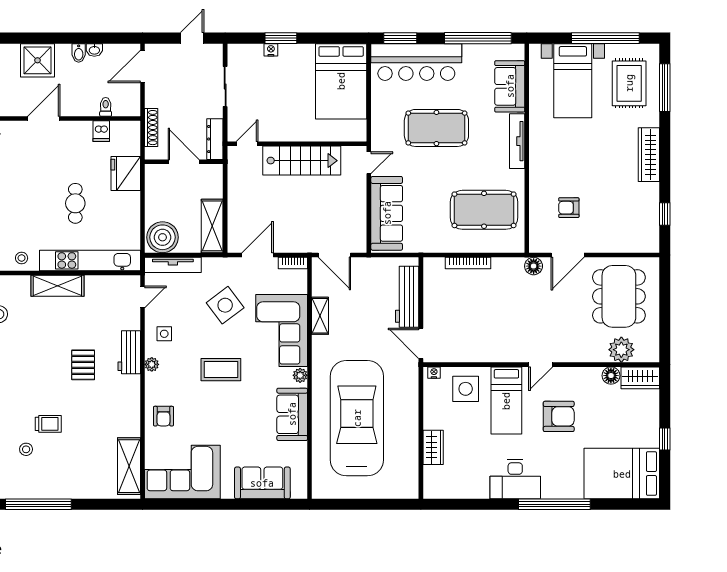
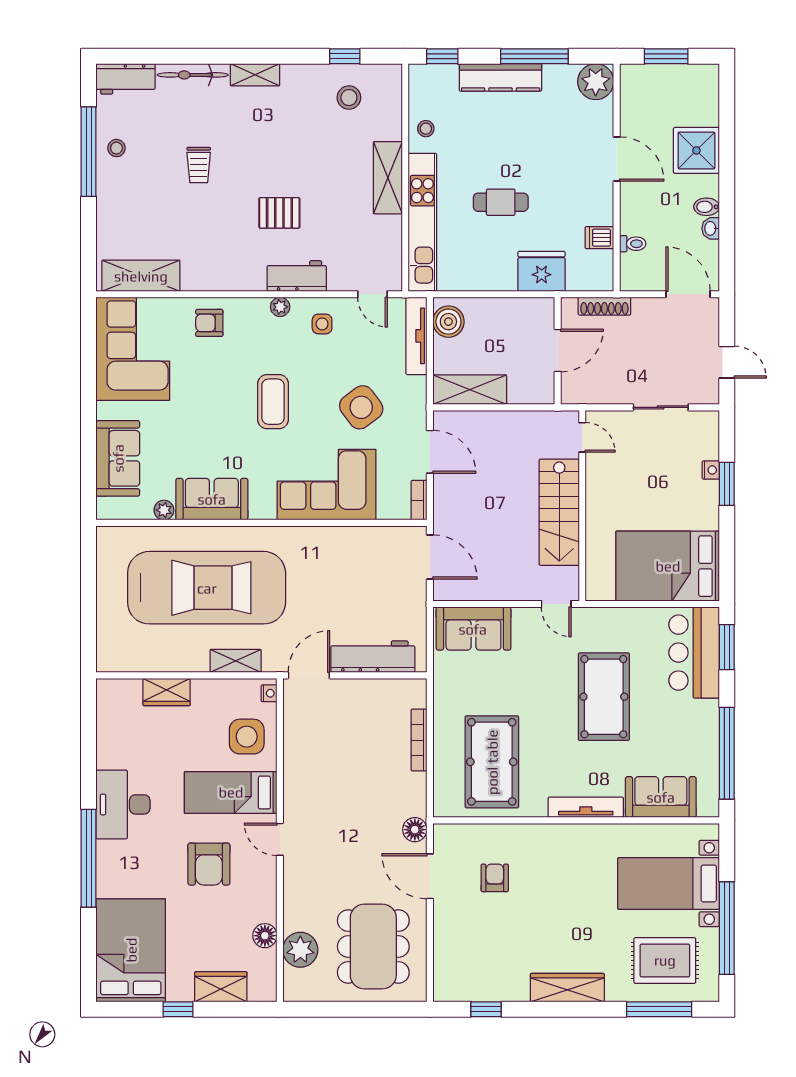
bar counter: (416, 62) -> (694, 653), width x0.73
dresser: (215, 139) -> (589, 393), removed
sofa: (387, 213) -> (473, 629), width x0.73
boiler: (162, 237) -> (448, 322), width x0.73, depth x0.73
door: (334, 255) -> (430, 557), swing flipped
dining table: (619, 296) -> (373, 946), turned 90
shelving: (320, 316) -> (236, 661), moved
plant: (300, 375) -> (164, 510), moved
wardrobe: (640, 378) -> (221, 987), moved, turned 90
stool: (26, 449) -> (116, 148), moved

